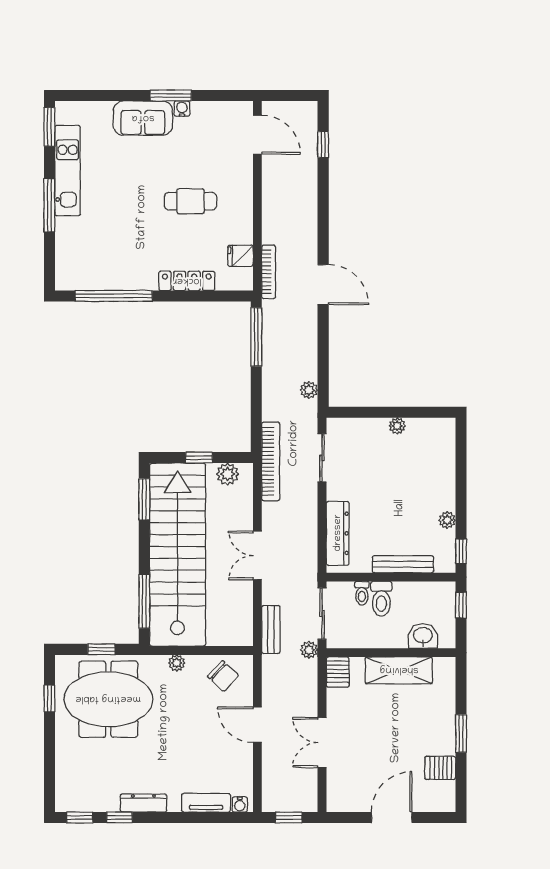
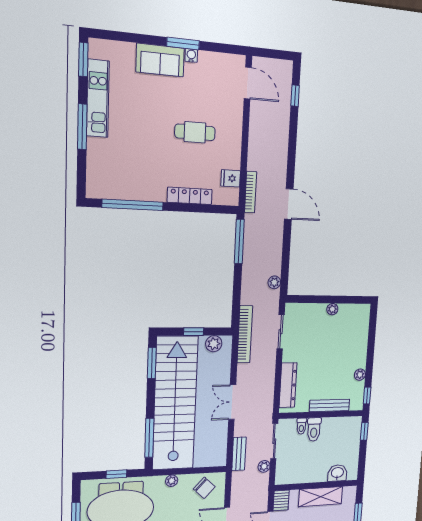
washbasin: (423, 636) -> (337, 473), moved
wall: (391, 653) -> (316, 485), moved
shelving: (399, 670) -> (321, 497), moved
server rack: (338, 672) -> (281, 500), moved

